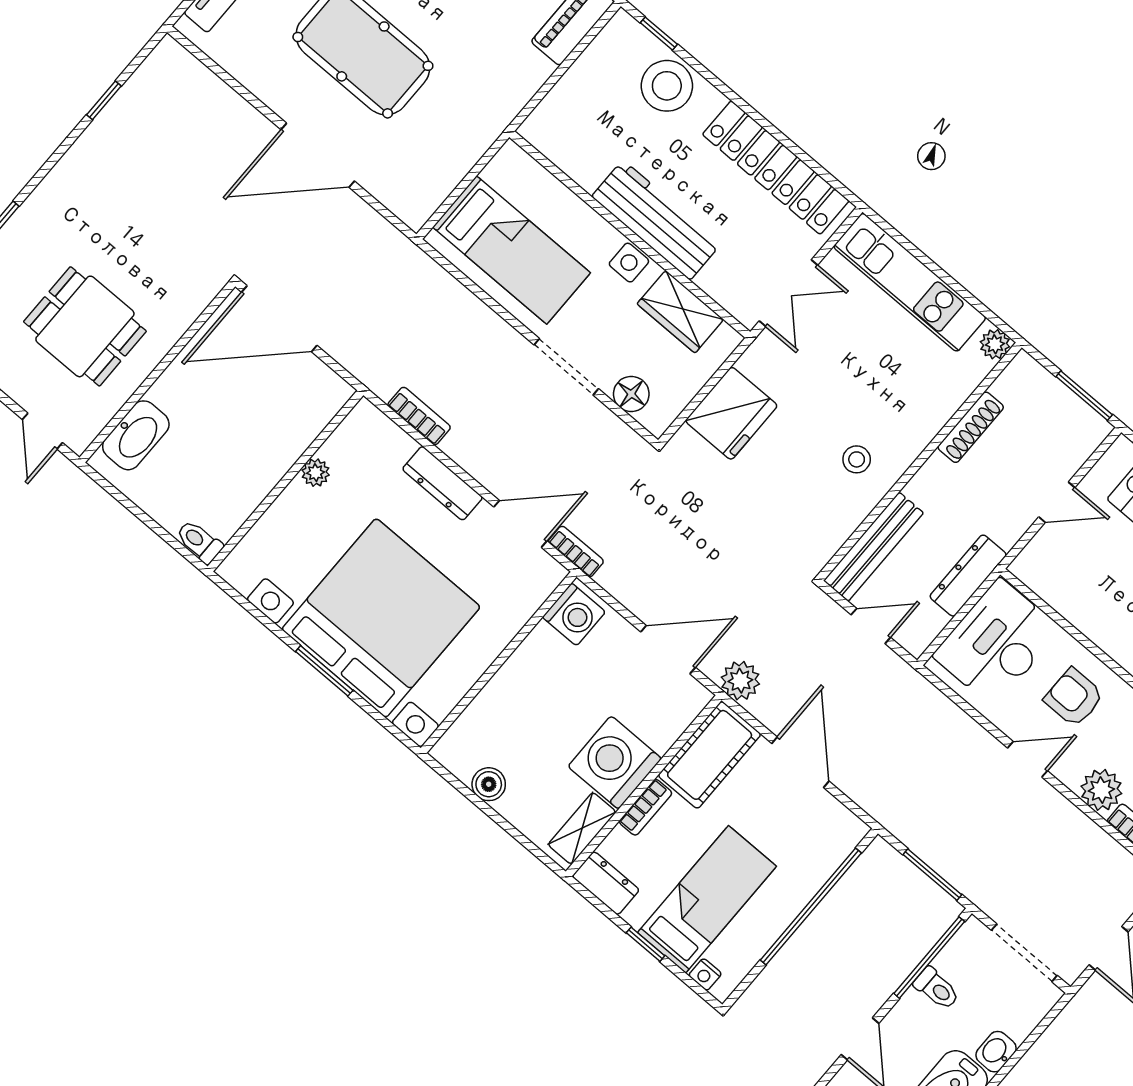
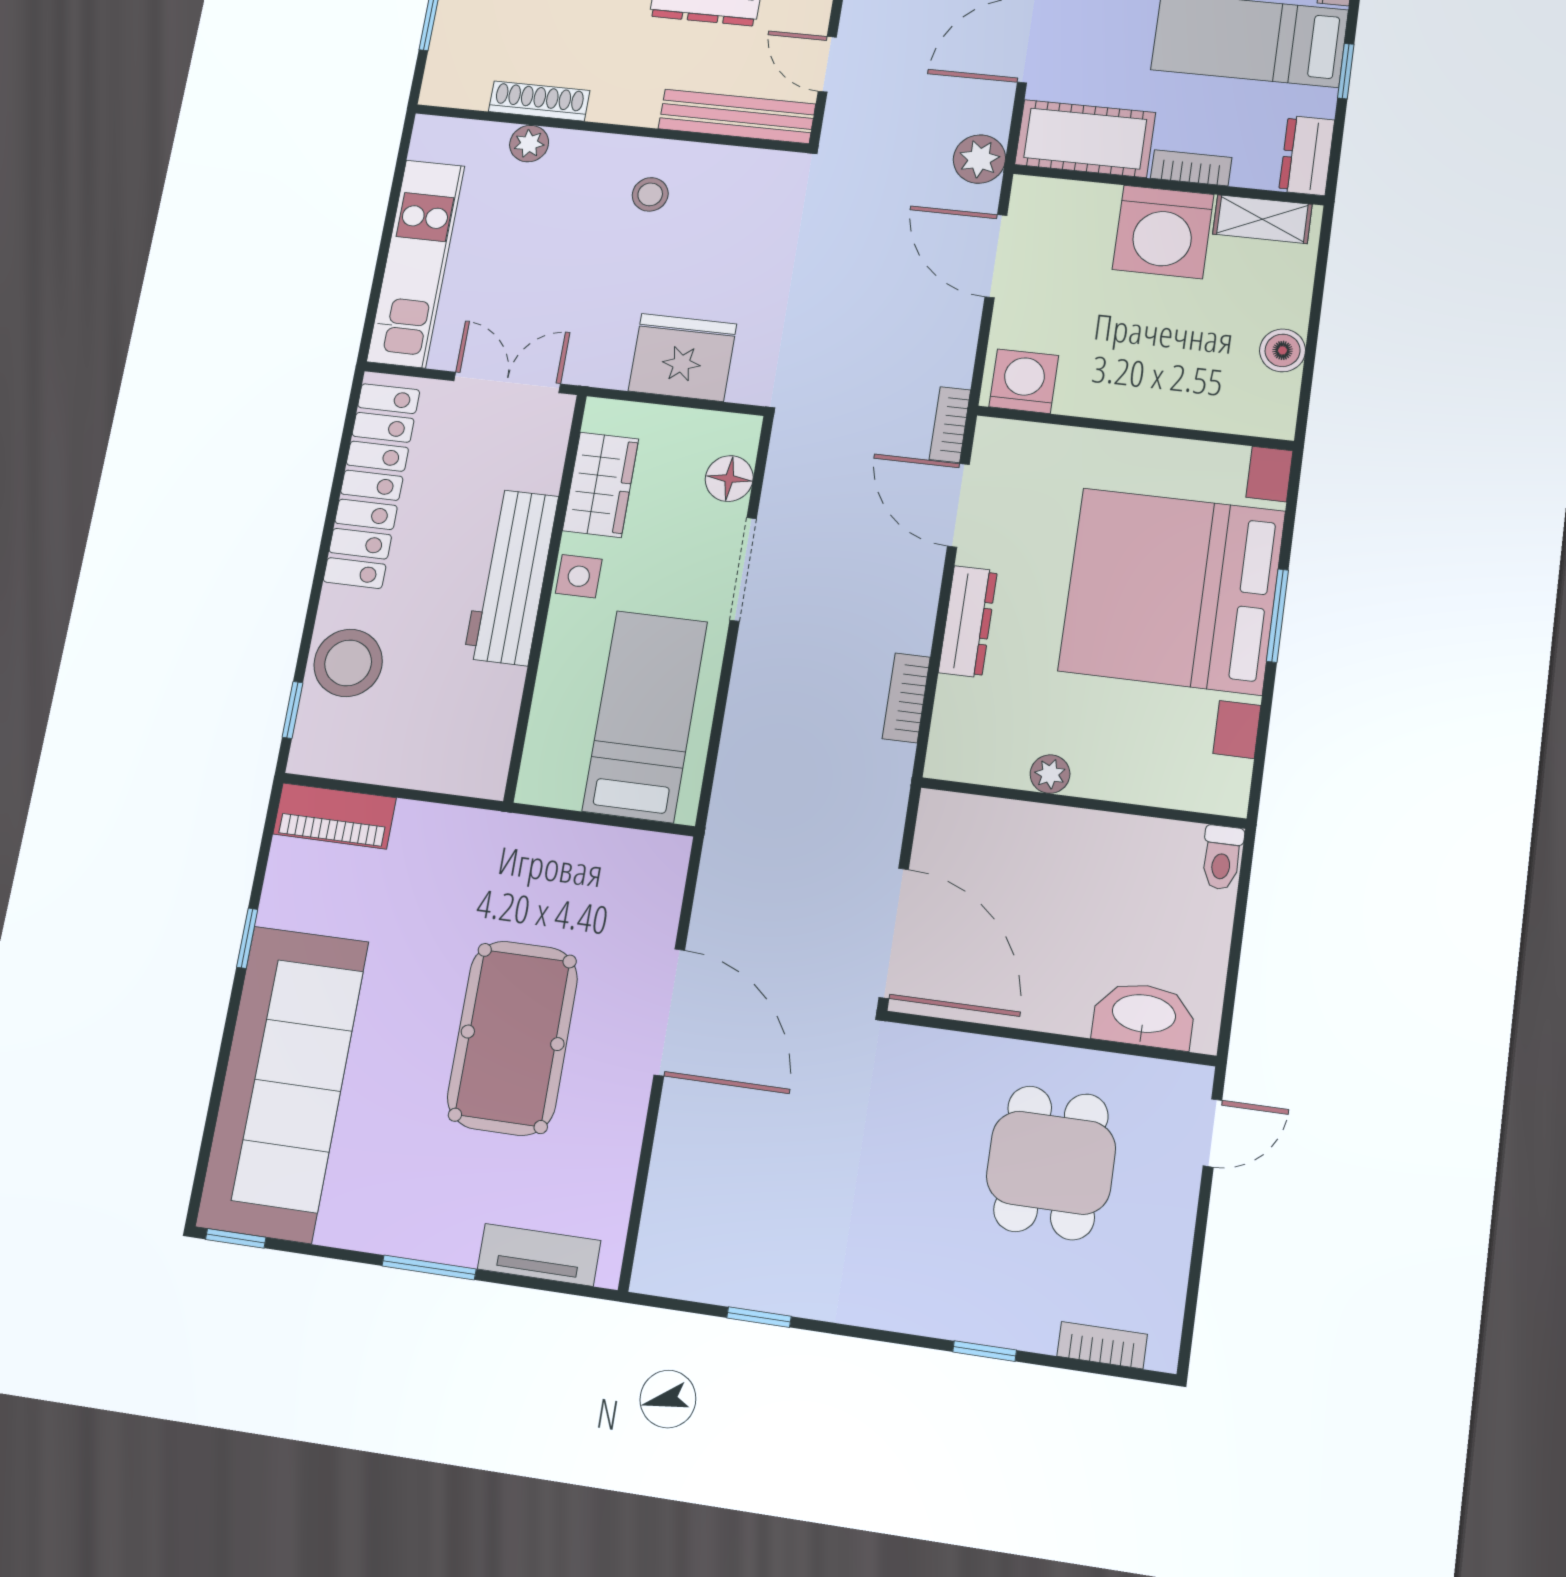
plant: (995, 344) -> (529, 144), moved

